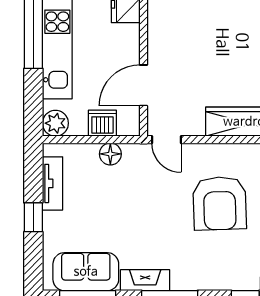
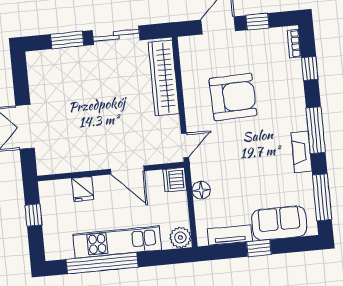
door: (144, 85) -> (127, 170), moved
dishwasher: (102, 123) -> (175, 180), moved
sofa: (86, 272) -> (279, 223), moved, turned 90

